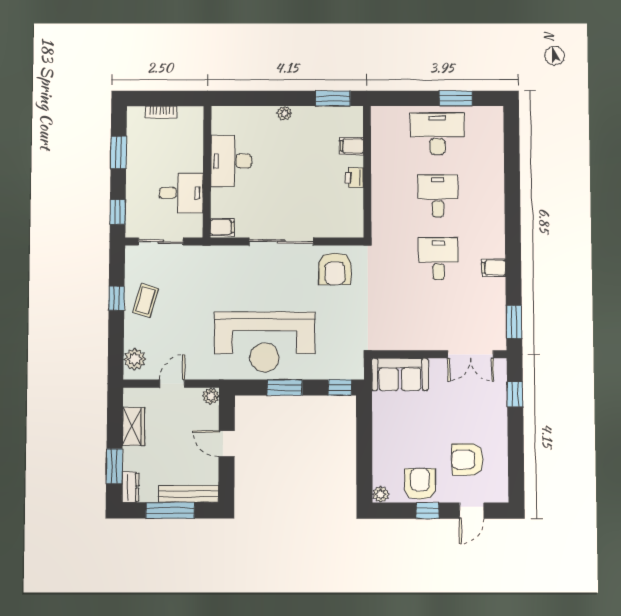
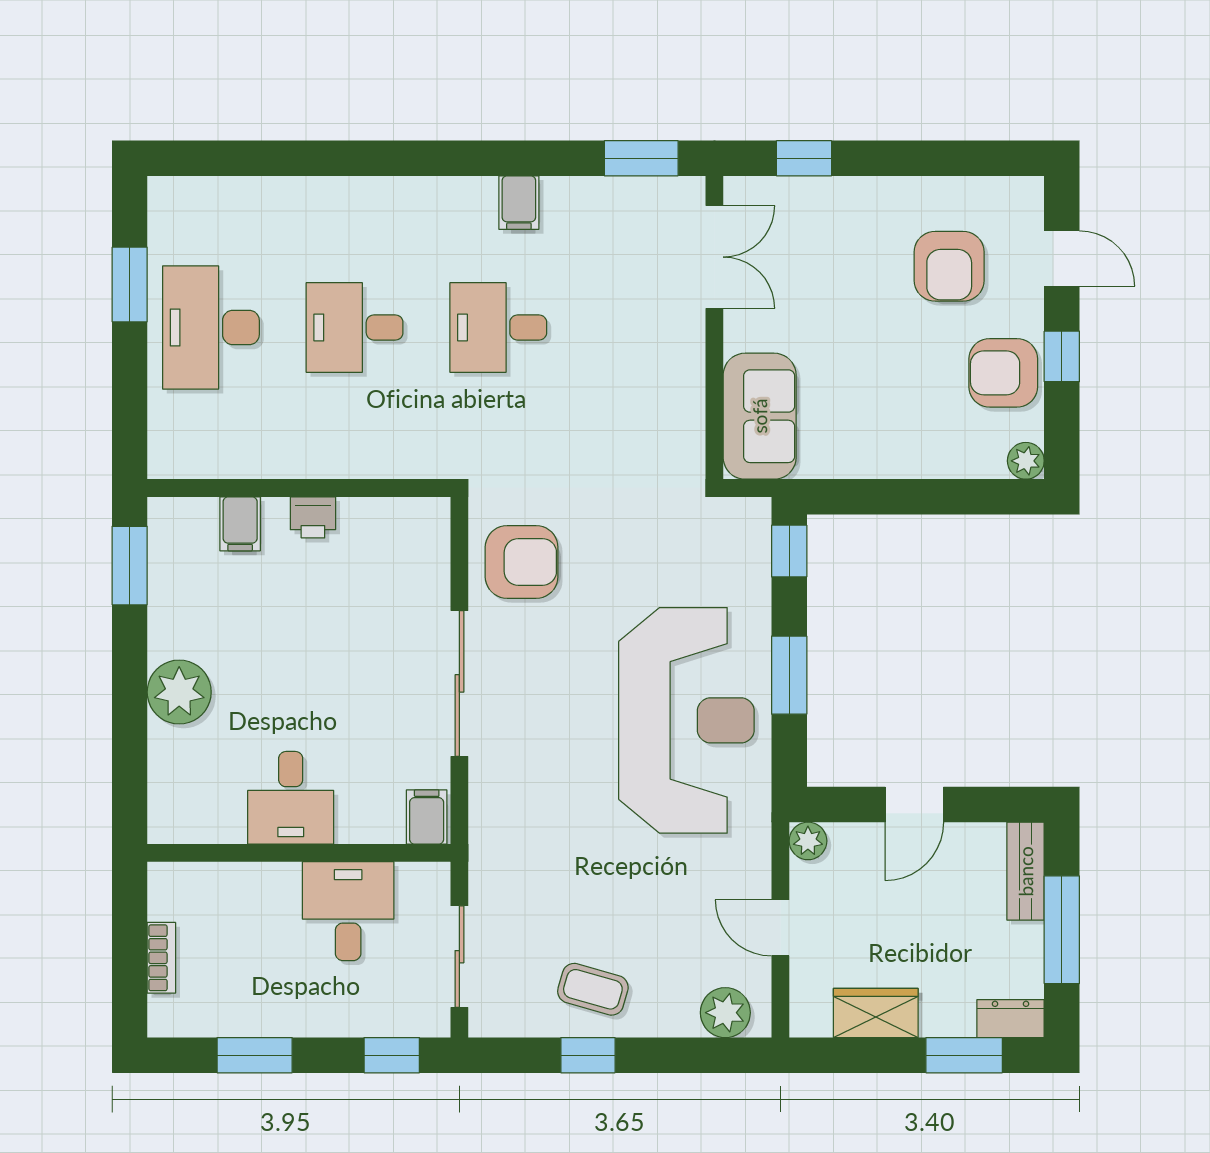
plant: (284, 113) -> (179, 692), width x1.88, depth x1.88
desk: (231, 161) -> (291, 798), width x0.73
bench: (189, 494) -> (1026, 871), width x0.73

